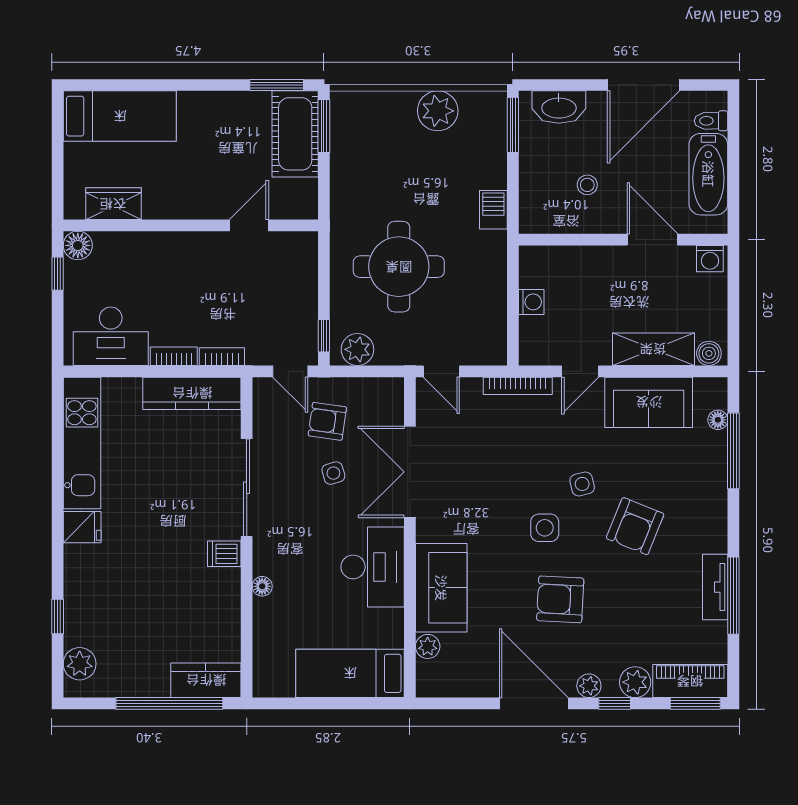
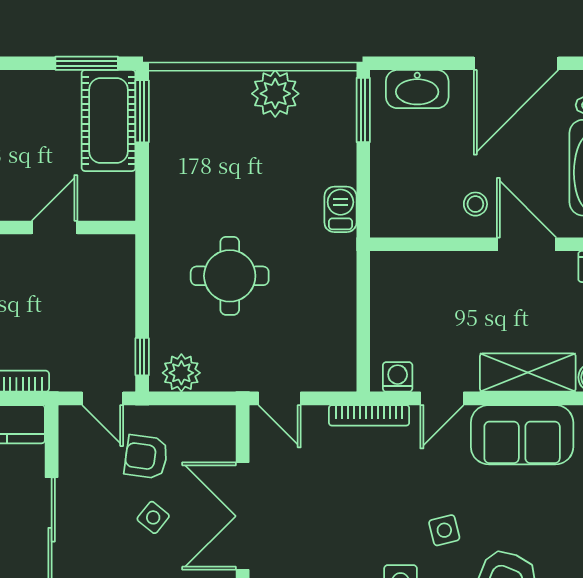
stool: (587, 185) -> (475, 204), moved
round table: (399, 267) -> (230, 276), width x0.73, depth x0.73
washing machine: (531, 302) -> (398, 377), moved, turned -90
side table: (333, 473) -> (153, 517), turned -35

